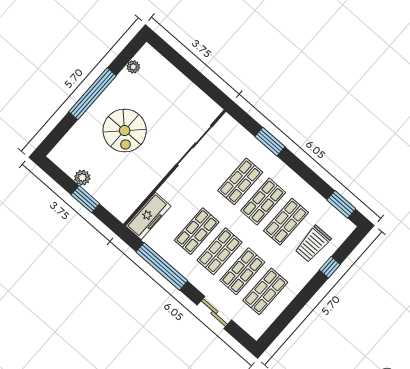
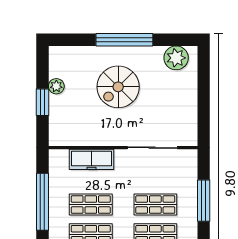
plant: (133, 67) -> (176, 58), width x1.88, depth x1.88
window: (270, 142) -> (204, 201), width x1.44
freezer: (148, 216) -> (92, 159), moved

